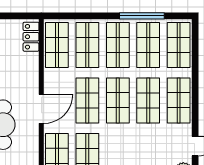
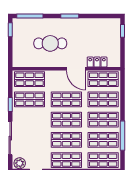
locker: (31, 37) -> (97, 62), moved
door: (41, 109) -> (76, 69), moved

